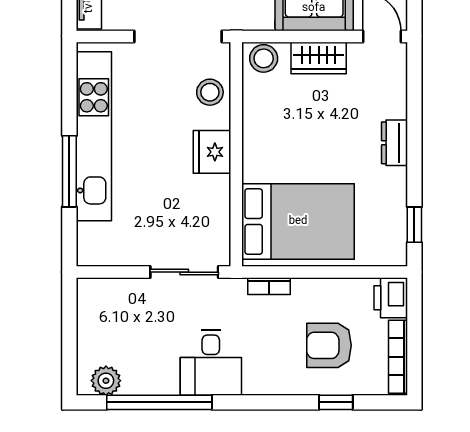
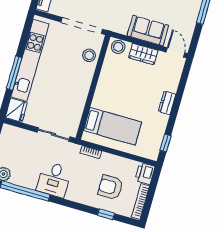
fridge: (212, 152) -> (16, 110), moved, turned 180
bed: (298, 221) -> (112, 126), width x0.67

